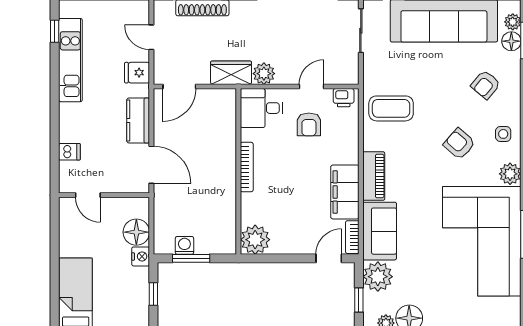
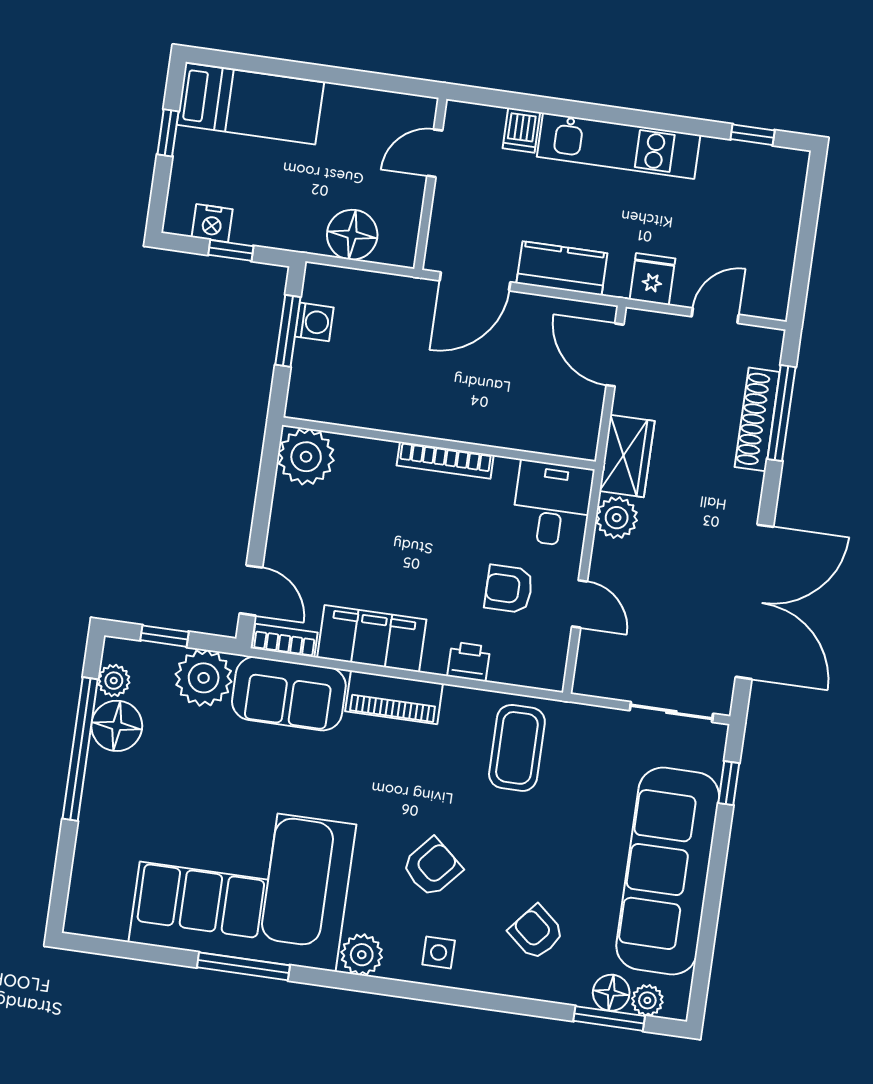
kitchen unit: (70, 60) -> (619, 146), moved
printer: (344, 98) -> (469, 662), moved, turned 90
nightstand: (141, 256) -> (212, 223), moved

